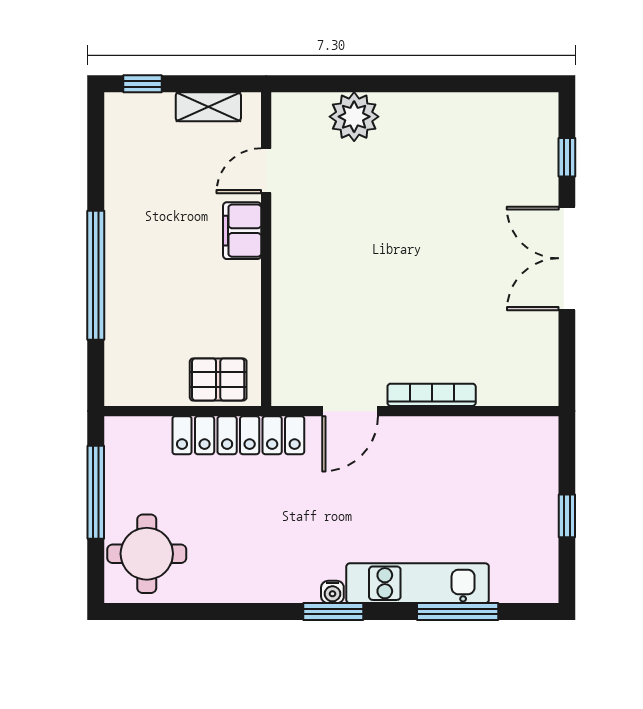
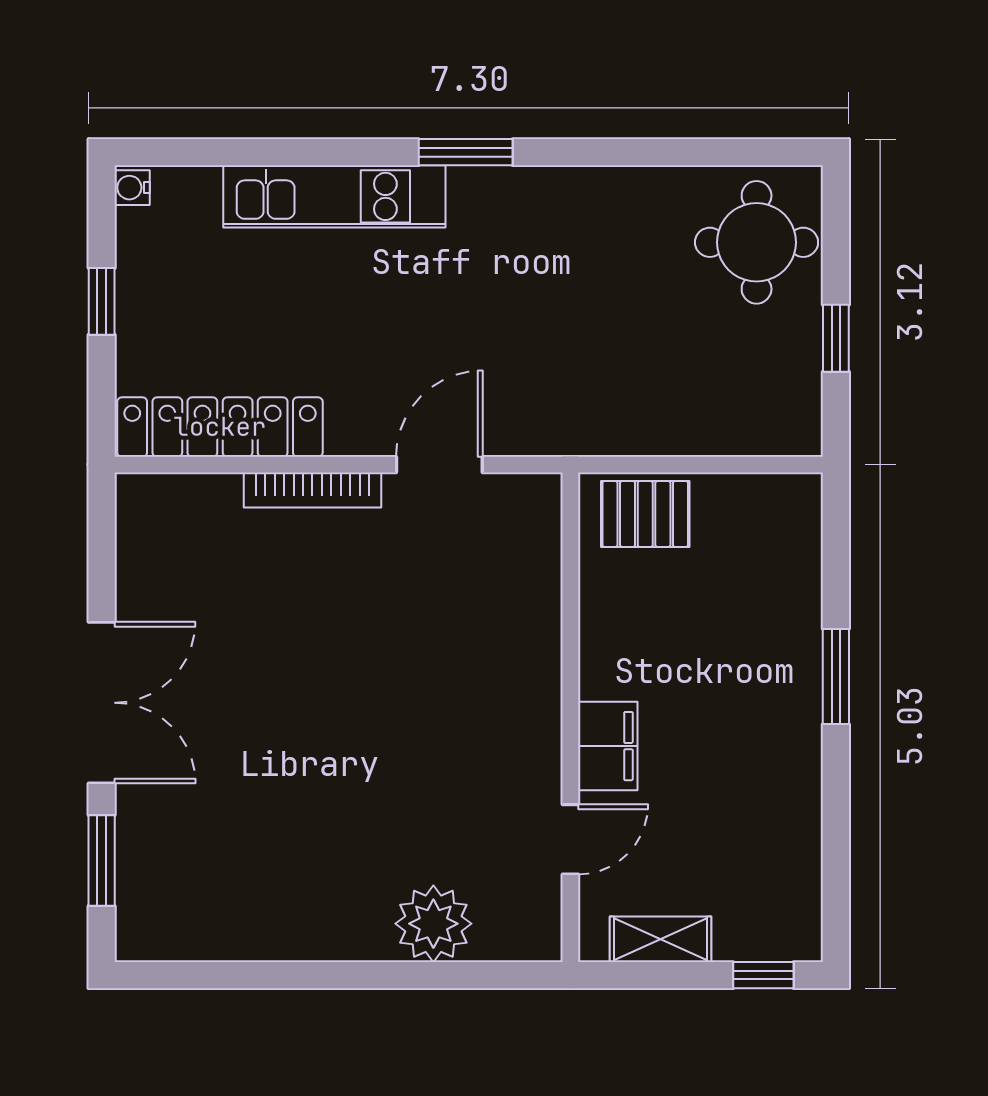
window: (567, 157) -> (102, 860), width x1.50
window: (96, 275) -> (836, 677), width x0.47
locker: (238, 435) -> (220, 427), moved
window: (96, 492) -> (836, 338), width x0.46
water cooler: (332, 592) -> (132, 188), moved, turned -90
window: (458, 612) -> (272, 152), removed

